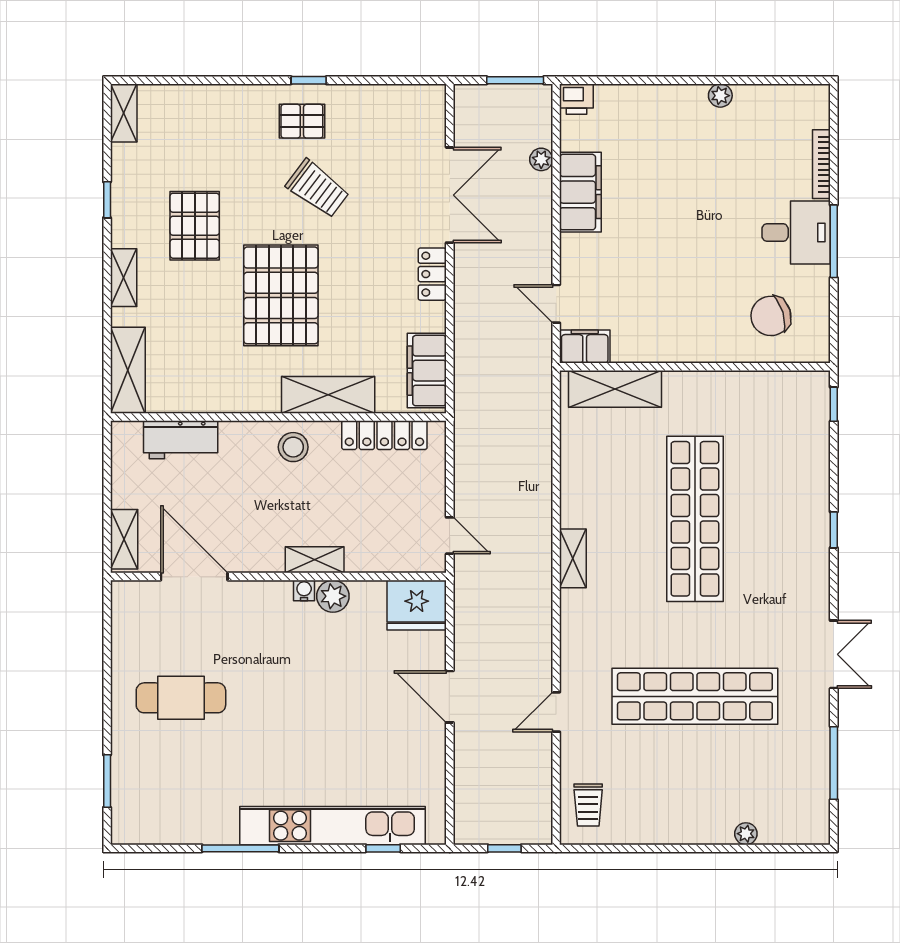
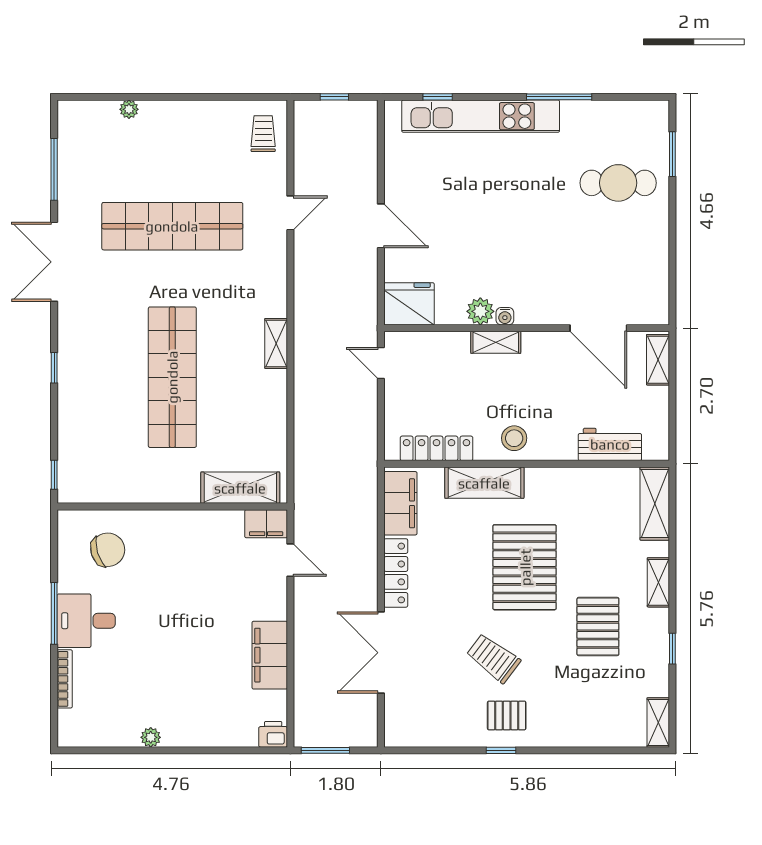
plant: (541, 159) -> (303, 683), removed
locker: (432, 274) -> (396, 573), width x1.53
double door: (834, 654) -> (54, 262), width x1.37
cafe table: (181, 698) -> (618, 183), moved

